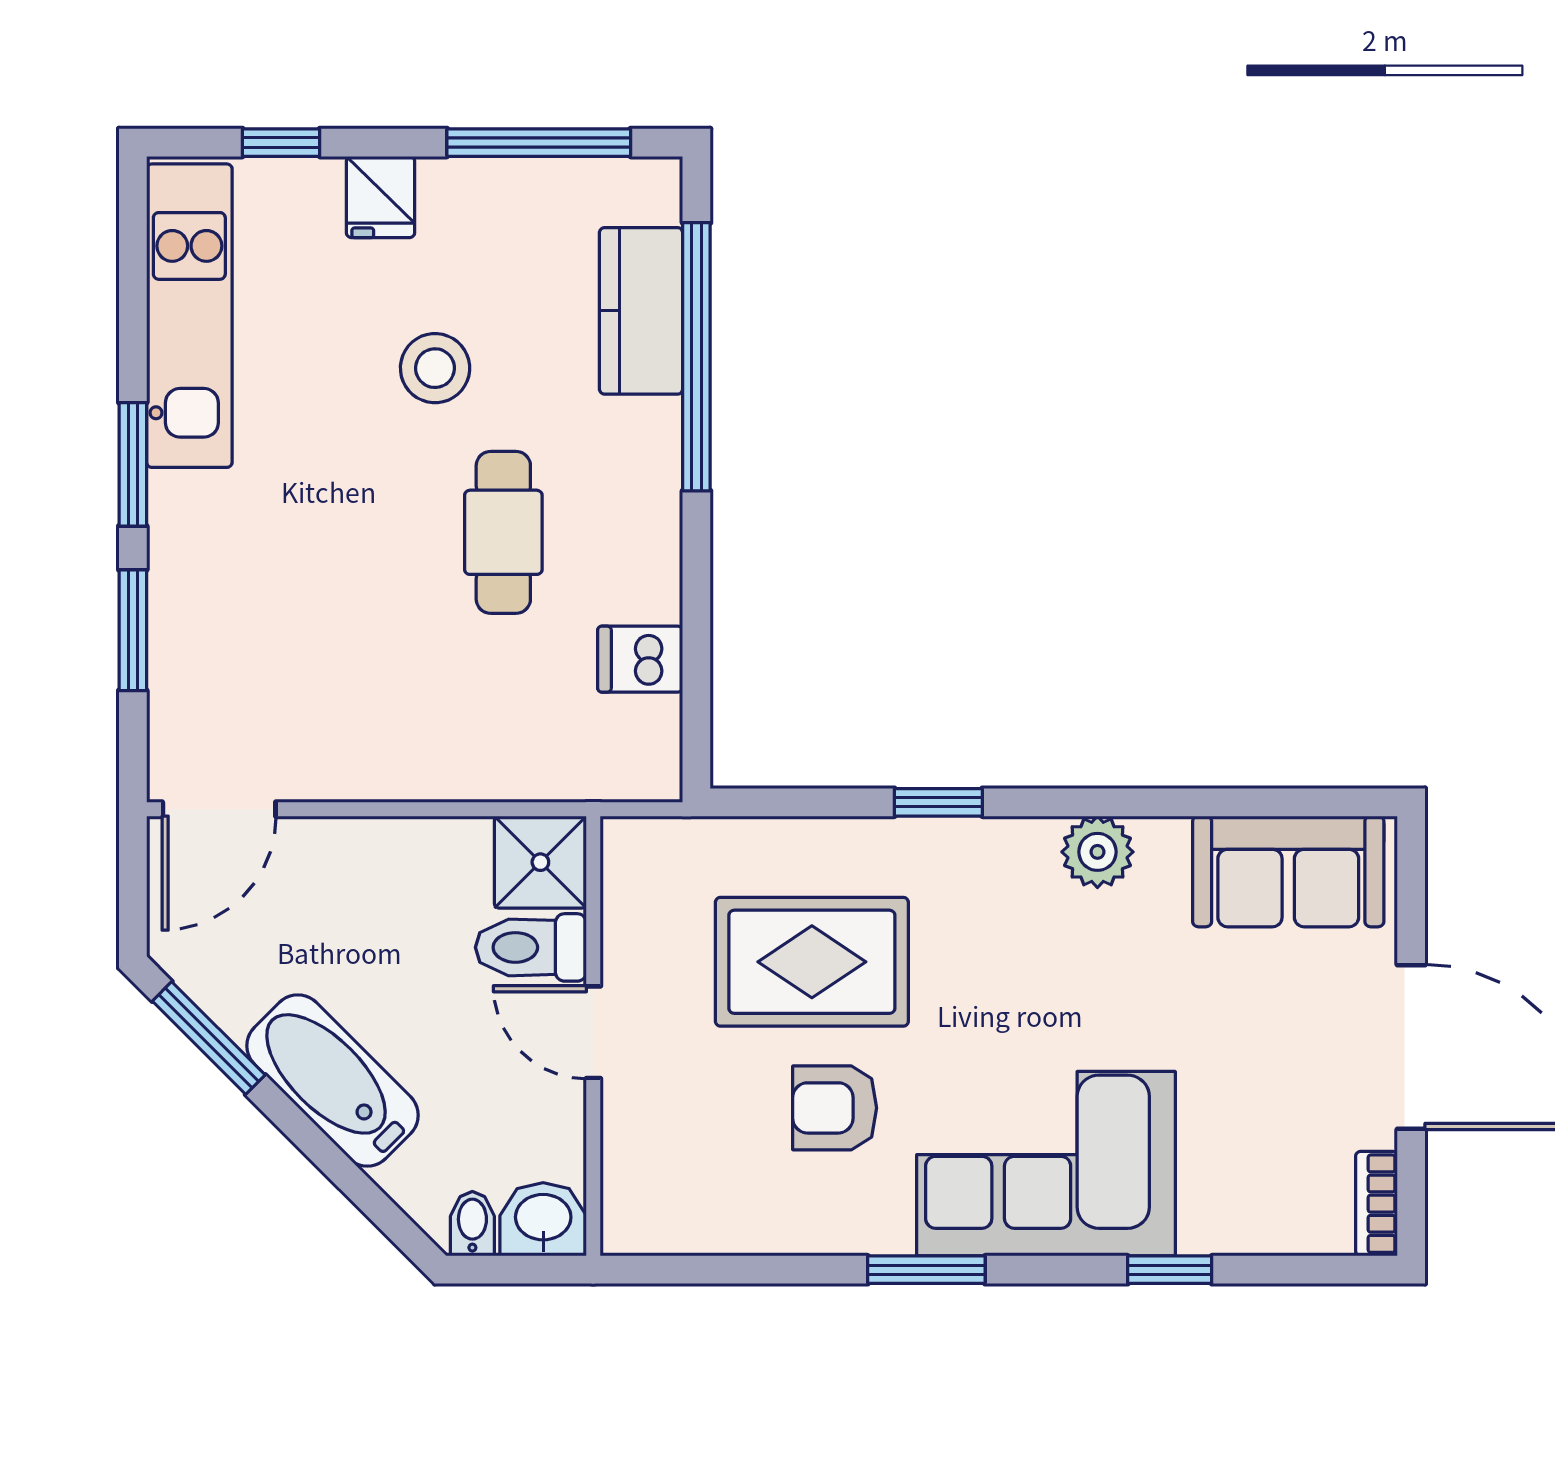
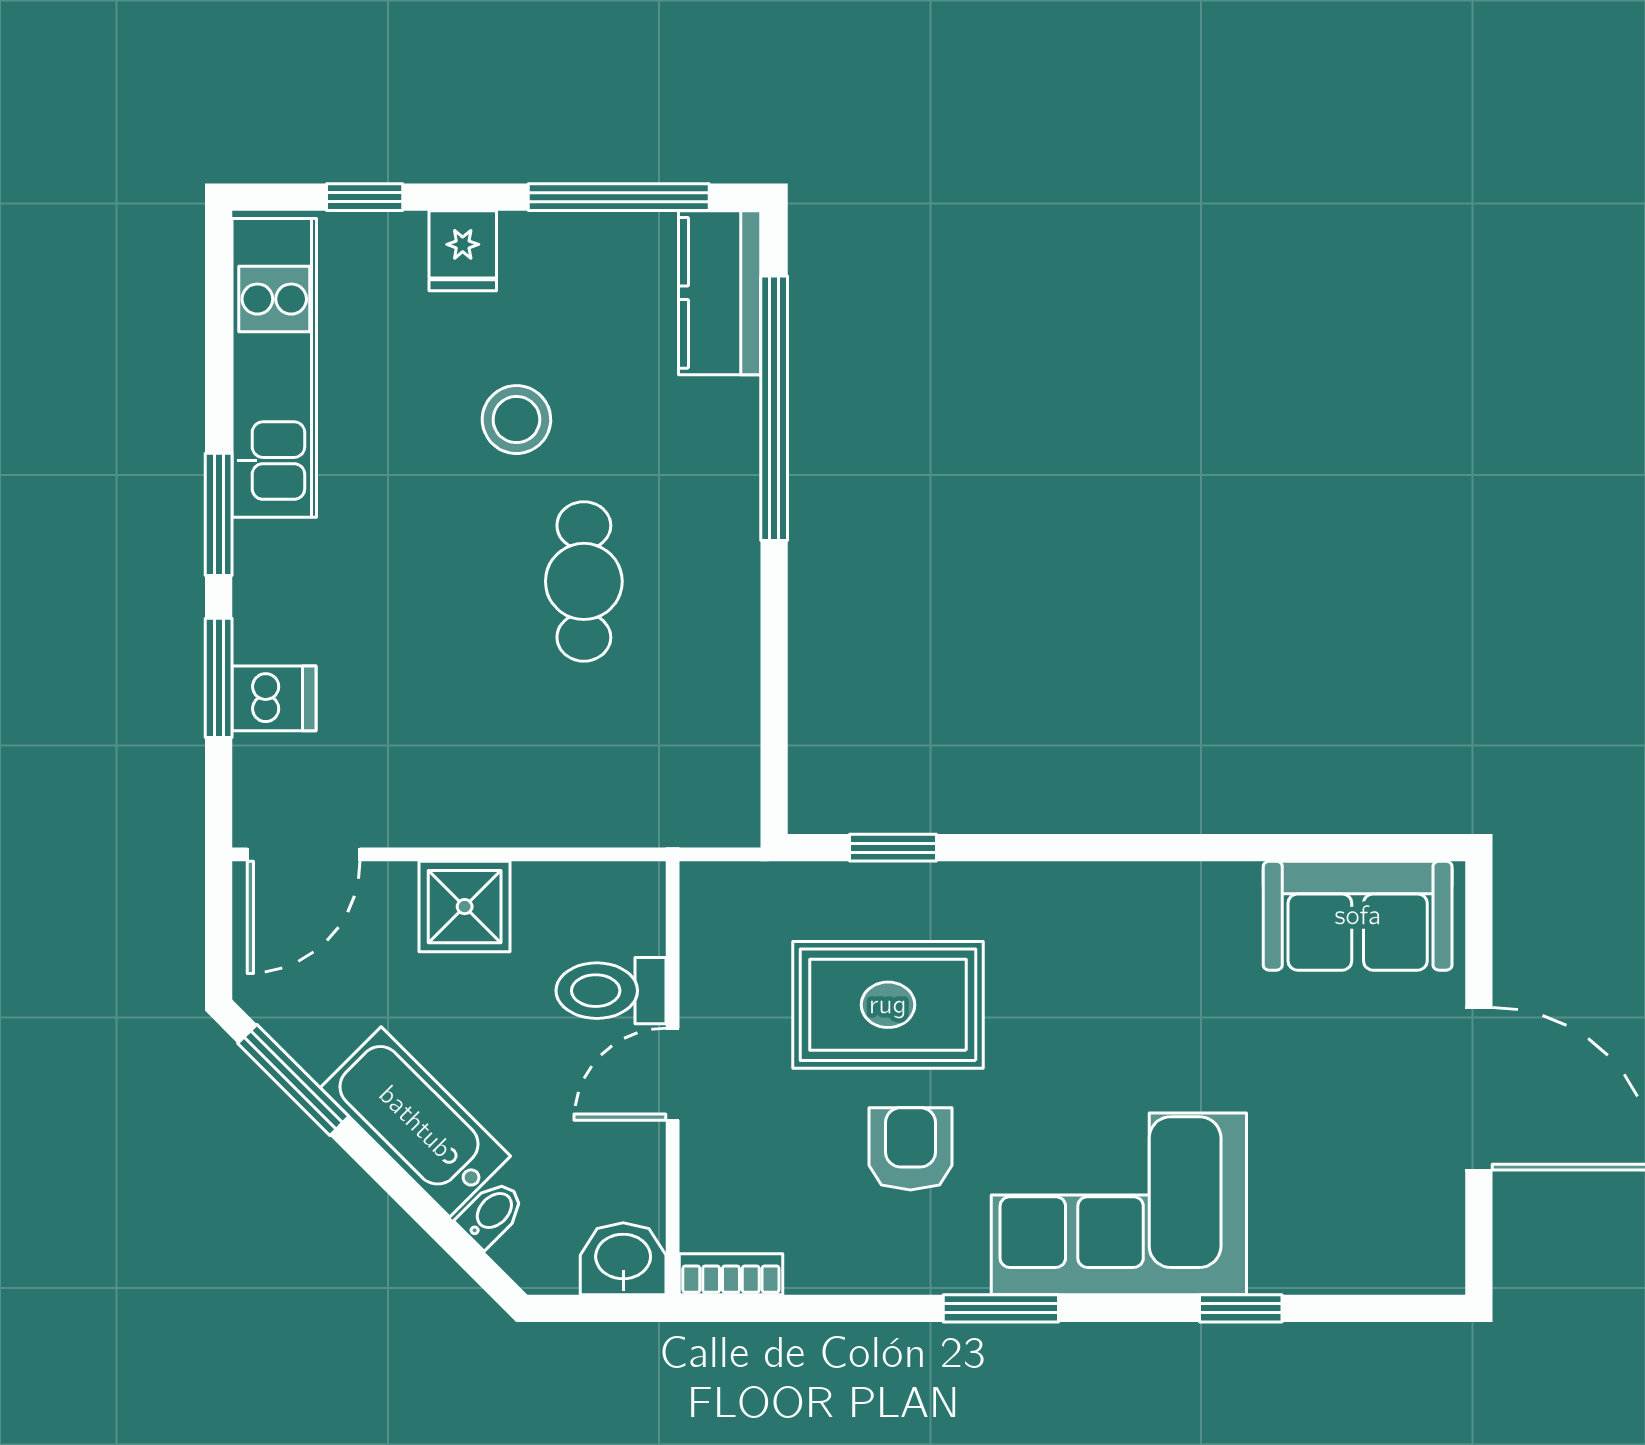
kitchen counter: (641, 311) -> (720, 293), moved
dishwasher: (640, 659) -> (274, 698), moved, turned 180
window: (938, 802) -> (893, 848), moved
plant: (1097, 852) -> (1170, 896), removed
shower: (540, 862) -> (465, 907), moved
door: (593, 1032) -> (673, 1074), hinge flipped
armchair: (835, 1108) -> (910, 1149), turned 90
bookcase: (1377, 1204) -> (731, 1274), moved, turned 90
bidet: (472, 1224) -> (491, 1214), moved, turned 45

